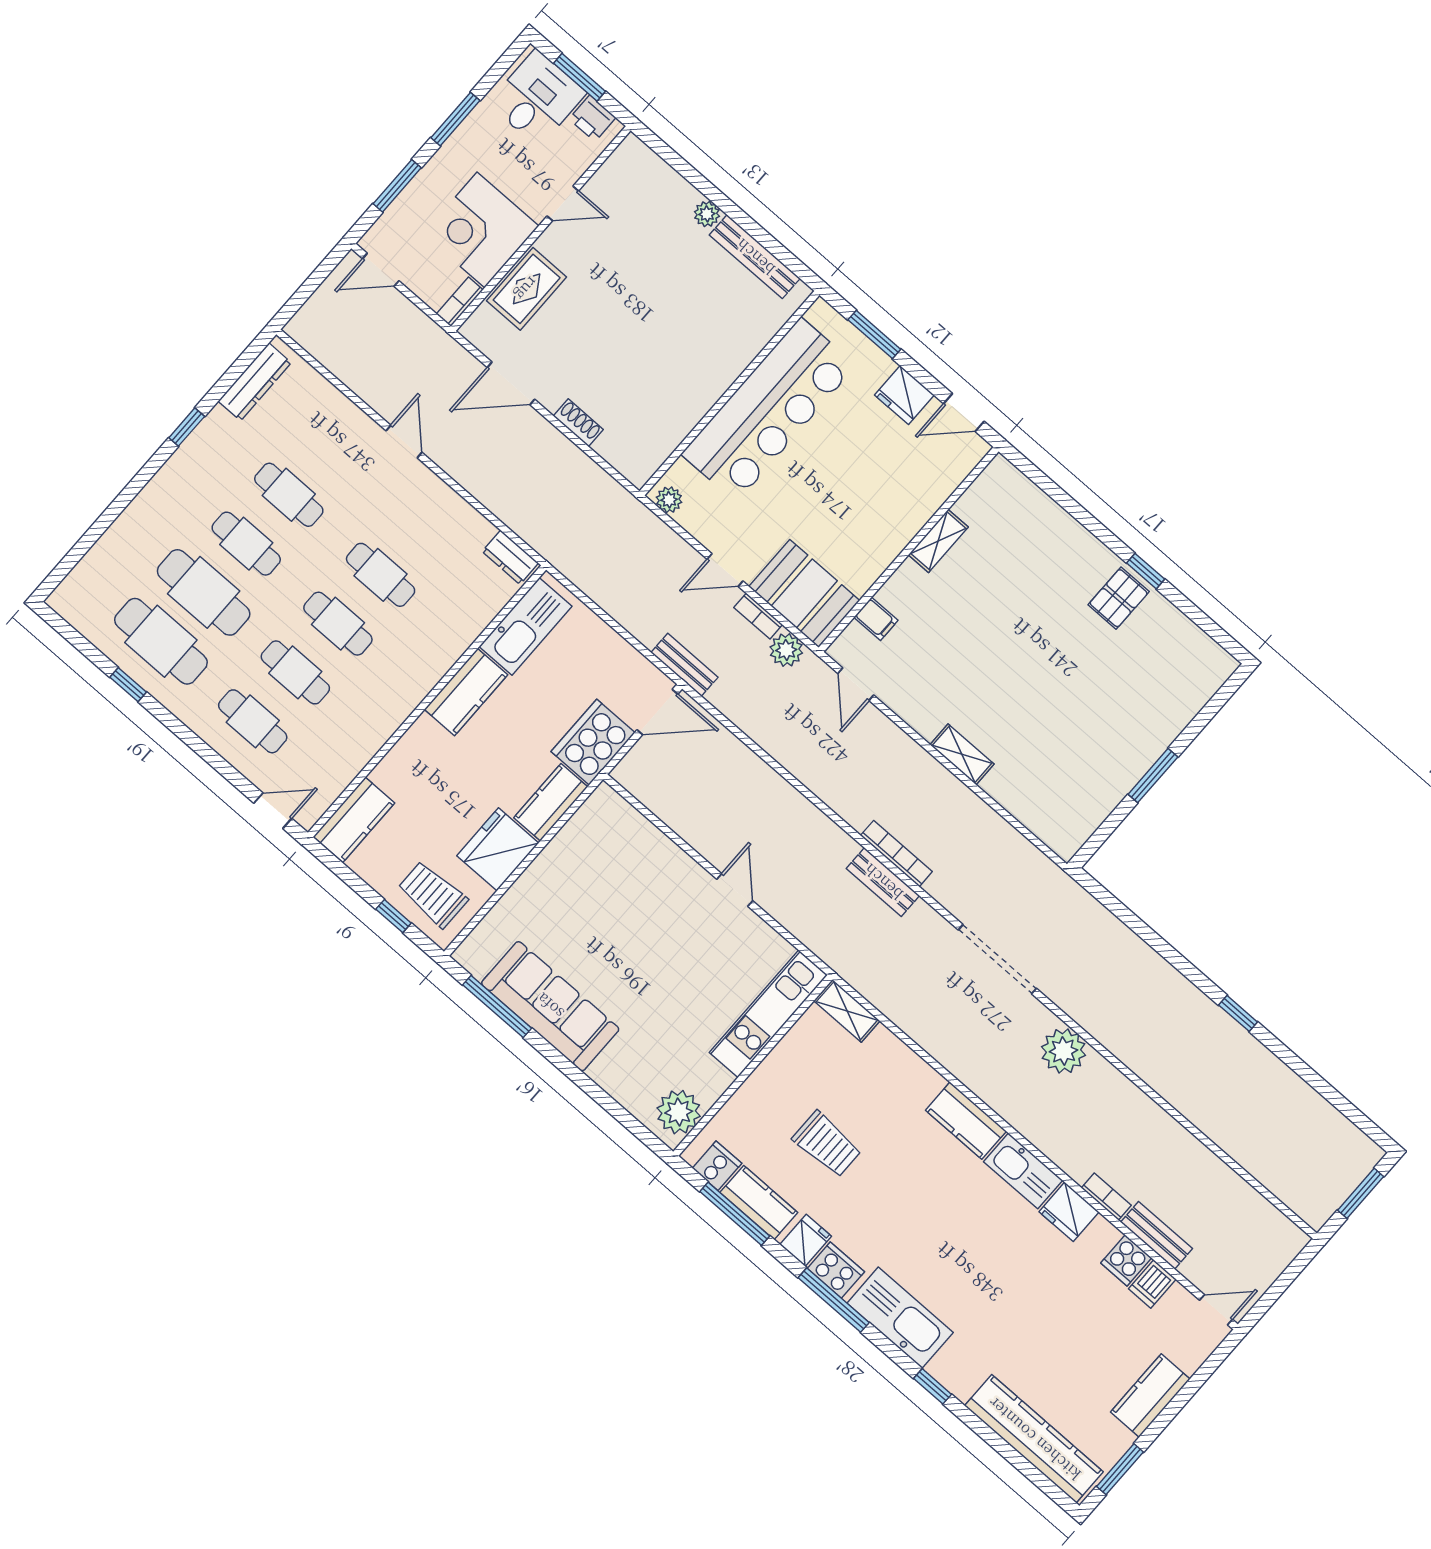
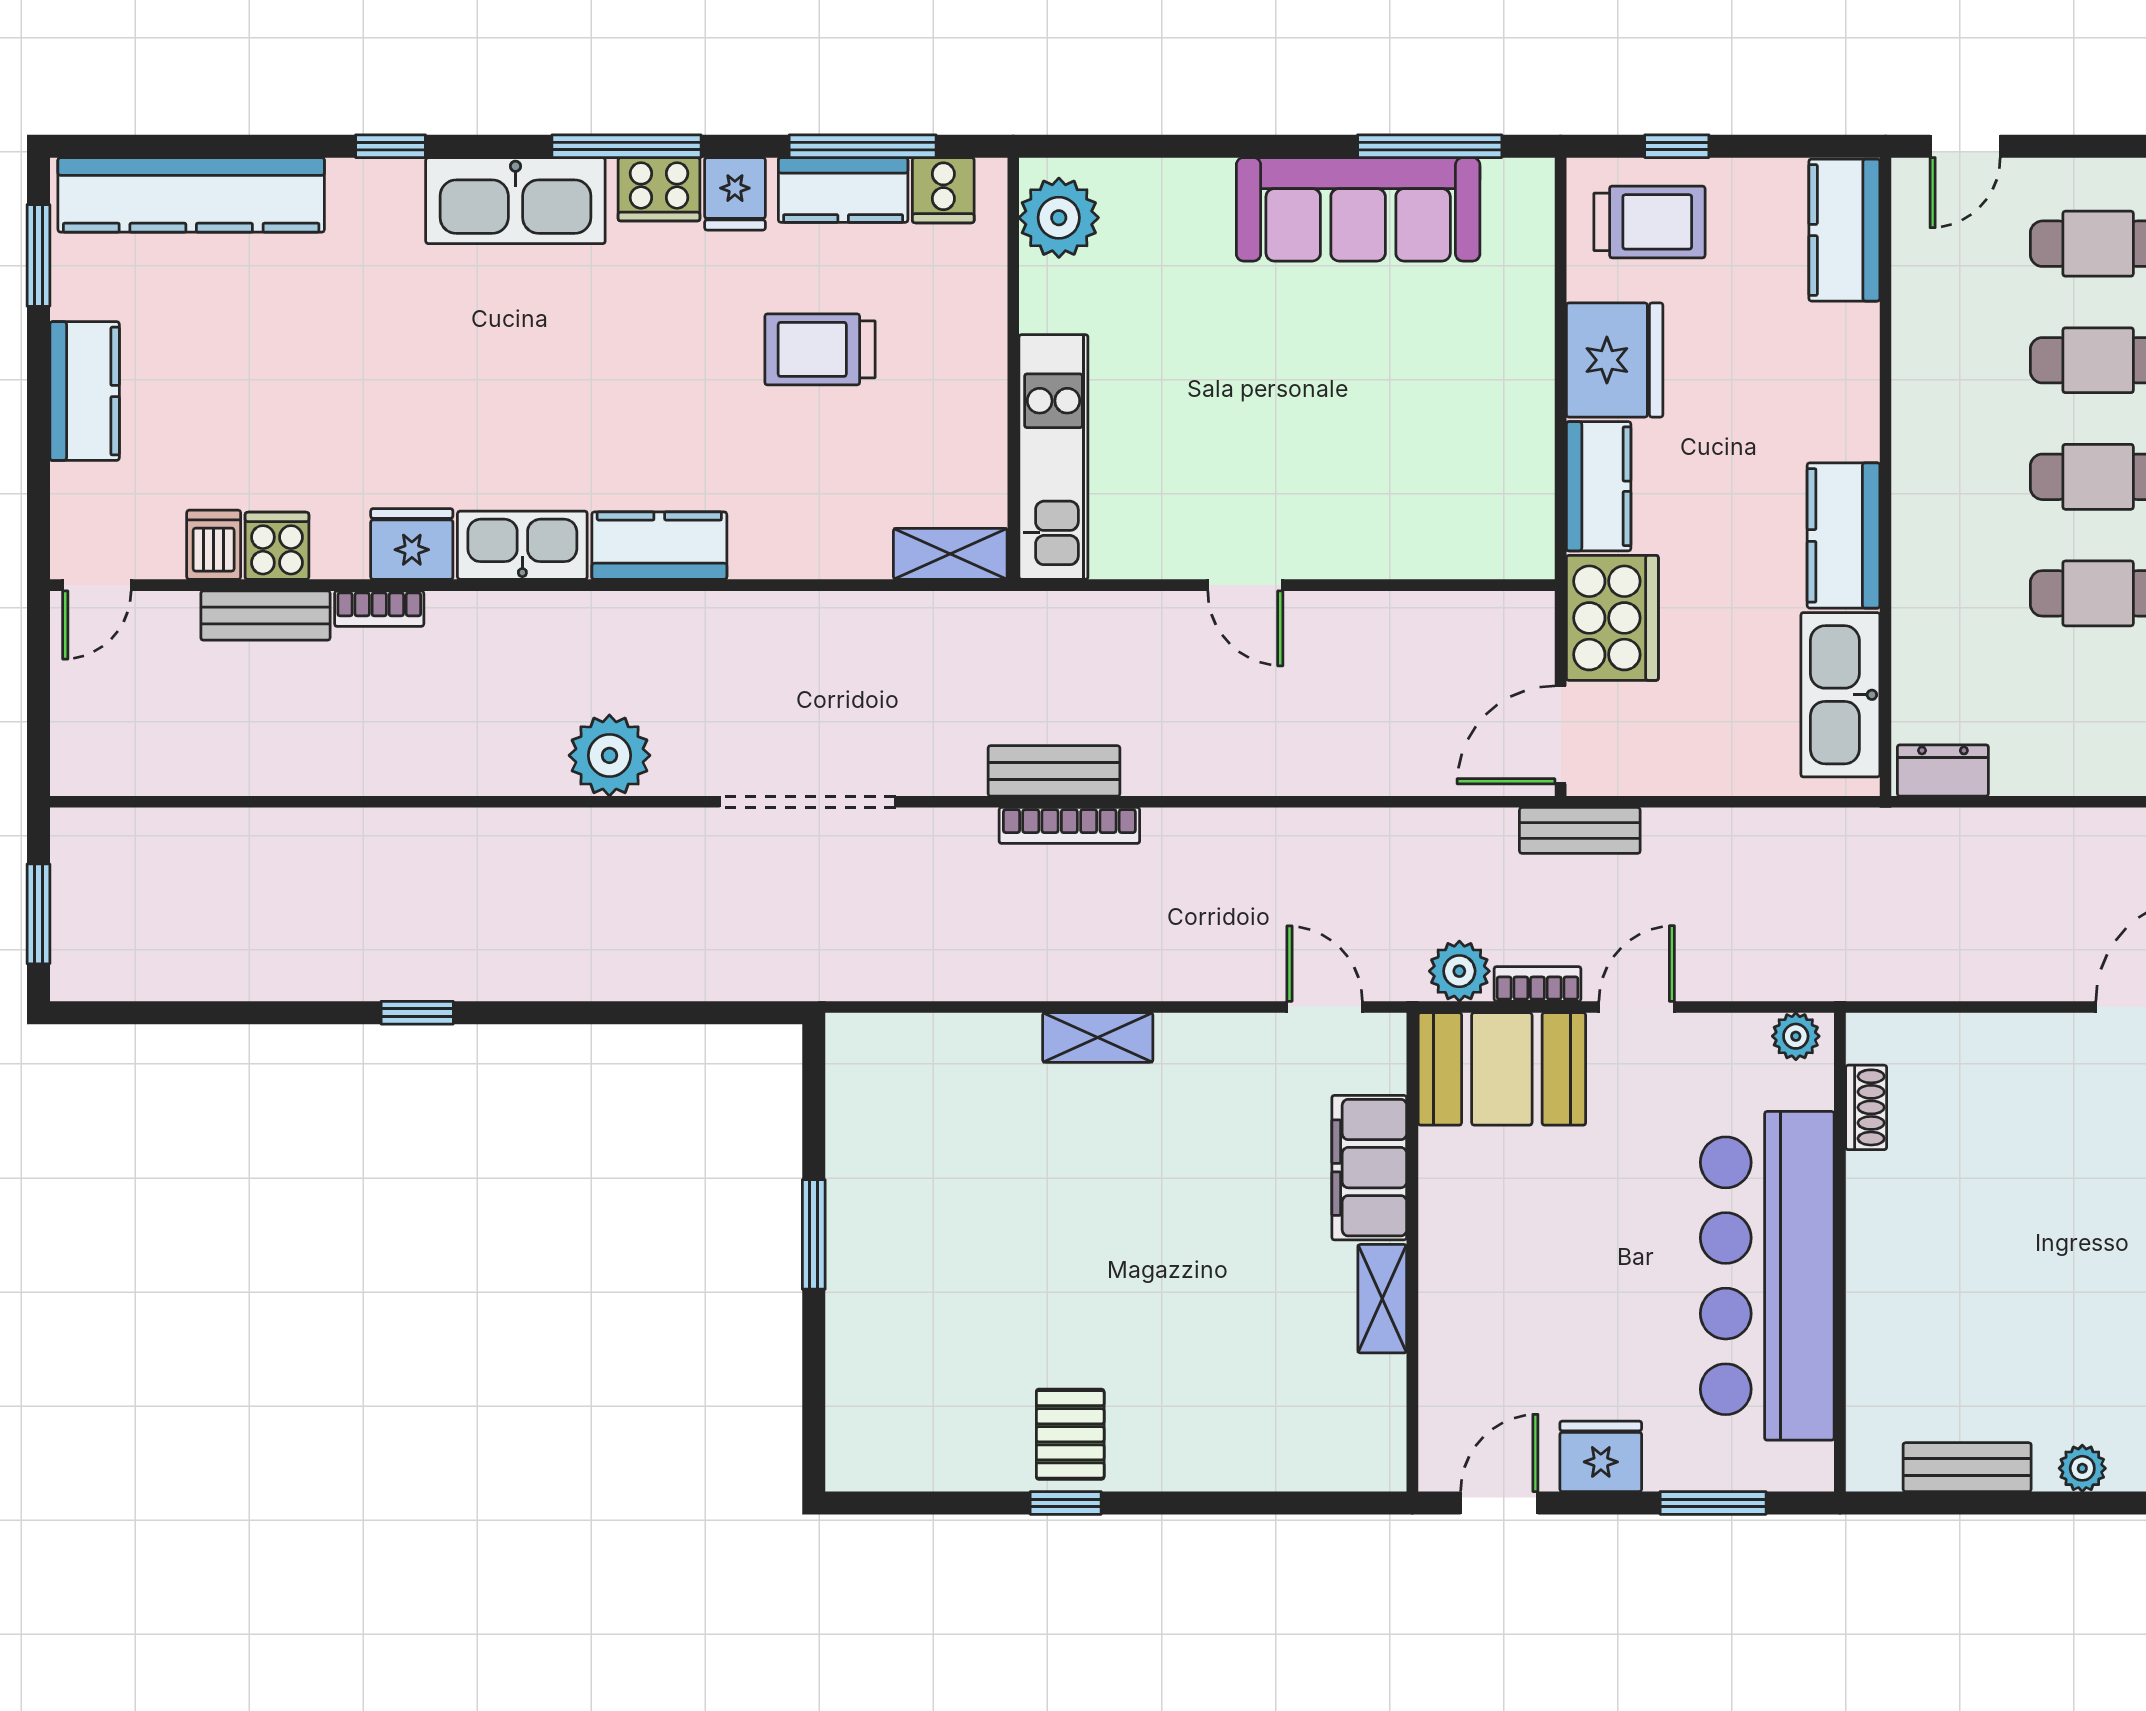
bench: (755, 257) -> (1967, 1467), width x0.73
shoe rack: (578, 423) -> (1866, 1107), moved, turned -90
filing cabinet: (876, 619) -> (1369, 1168), width x3.00, depth x1.17

